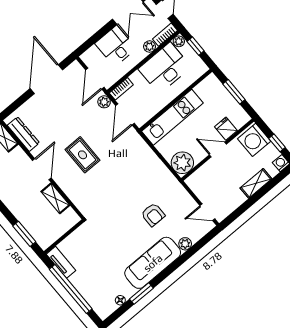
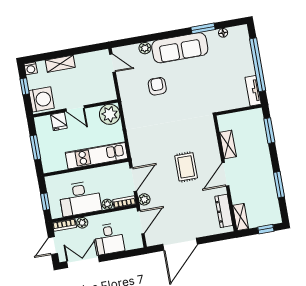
plant: (179, 41) -> (107, 204), moved

